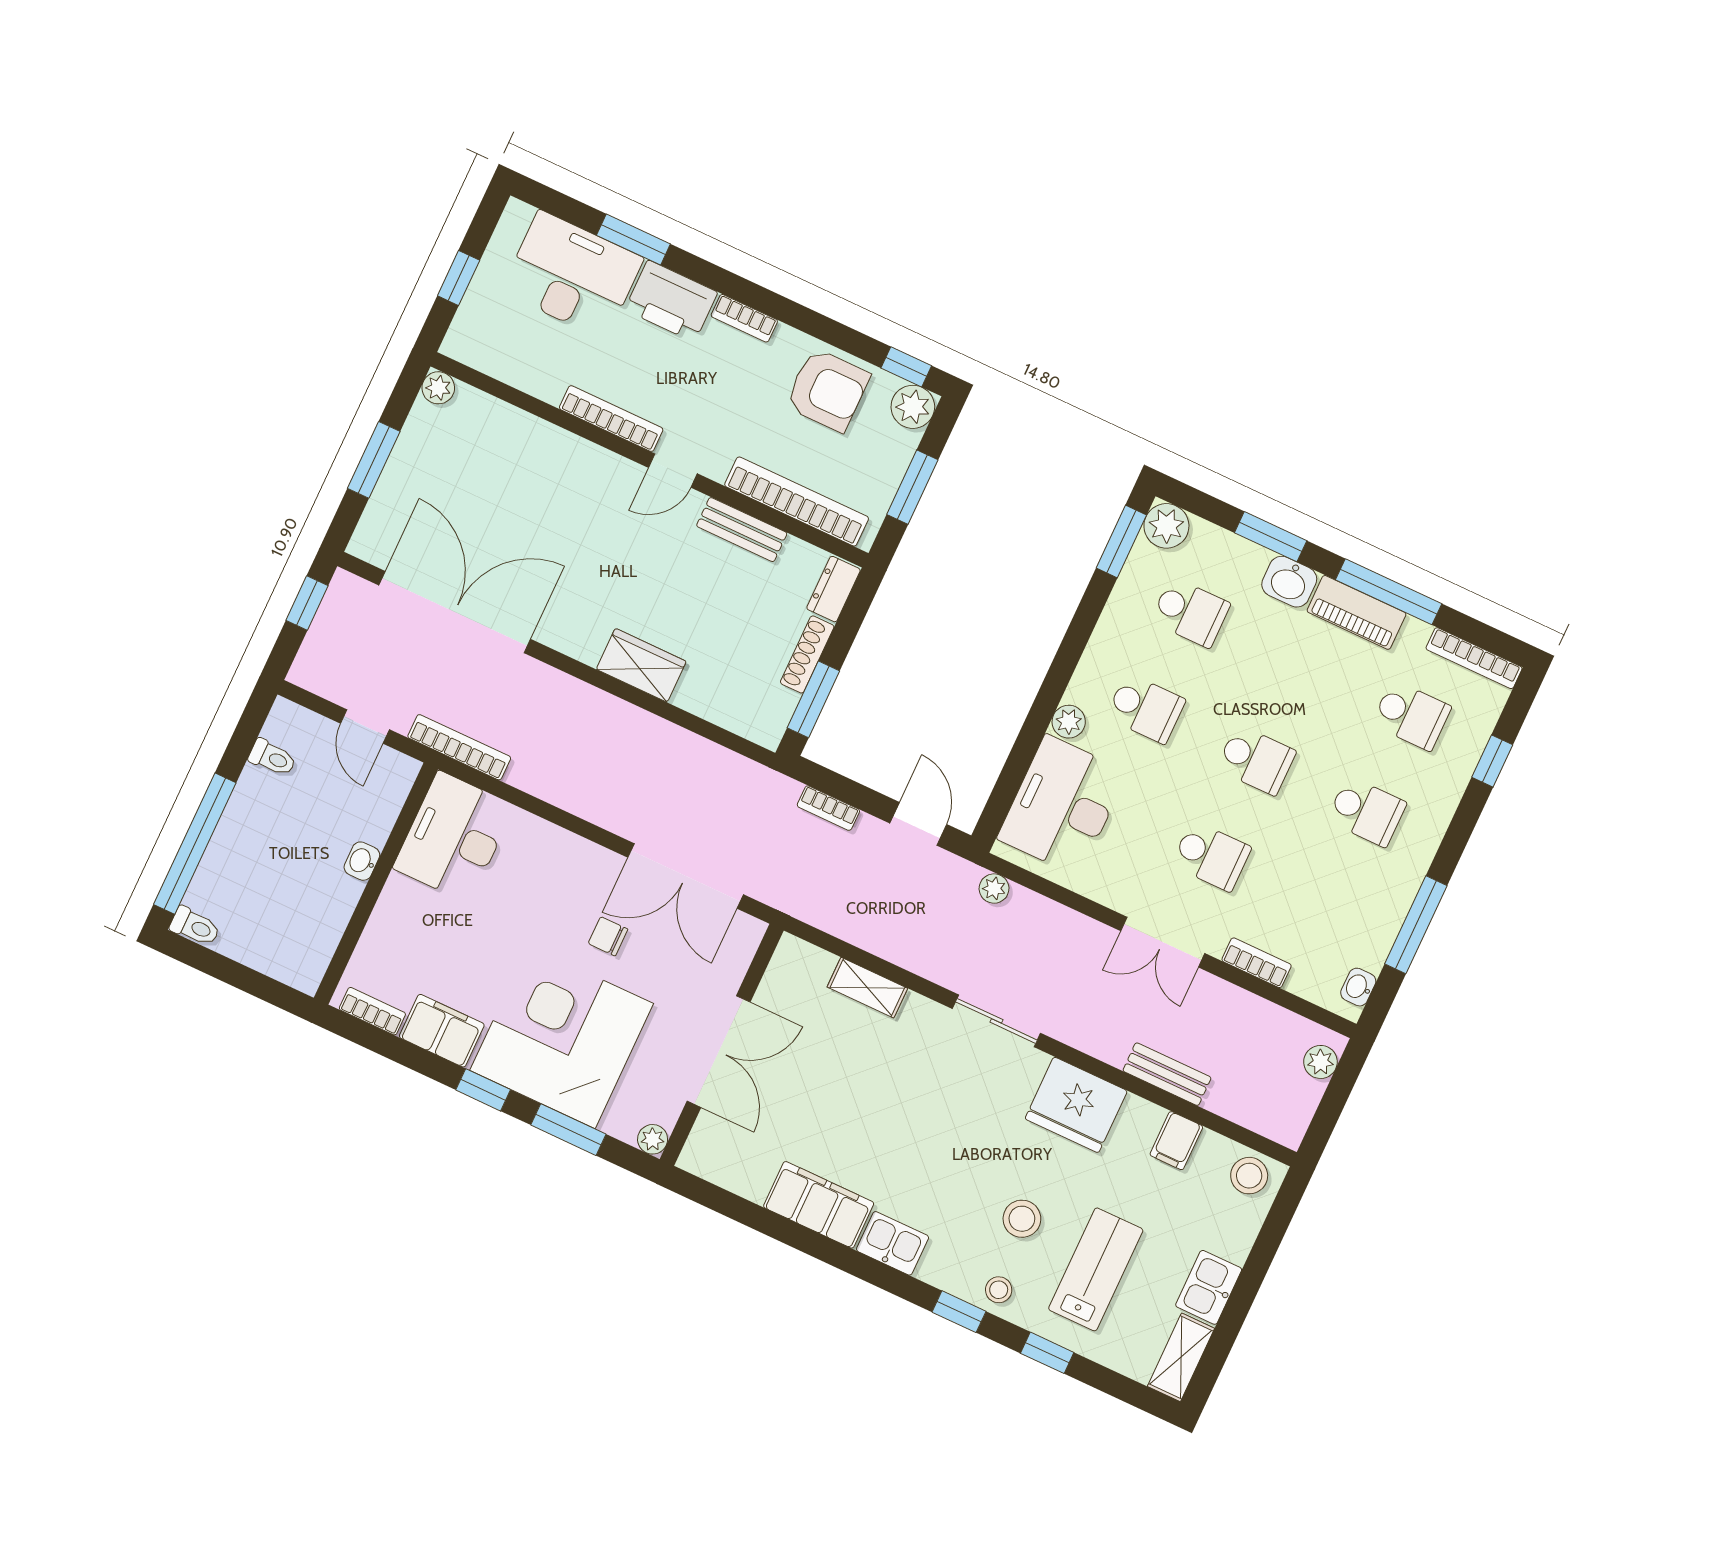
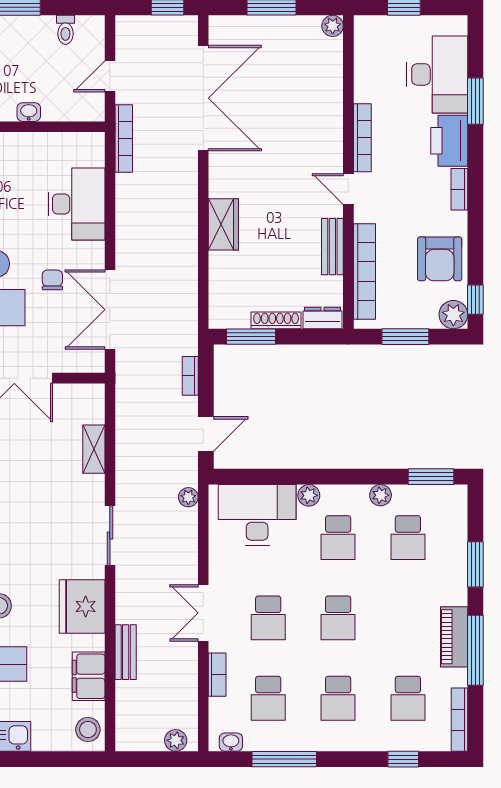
plant: (1166, 526) -> (381, 495), moved, width x0.73, depth x0.73
washbasin: (1289, 582) -> (454, 588), removed
desk: (454, 837) -> (76, 204), moved, turned 90
school desk: (1322, 908) -> (268, 698), added
filing cabinet: (1176, 1141) -> (89, 676), width x2.00

